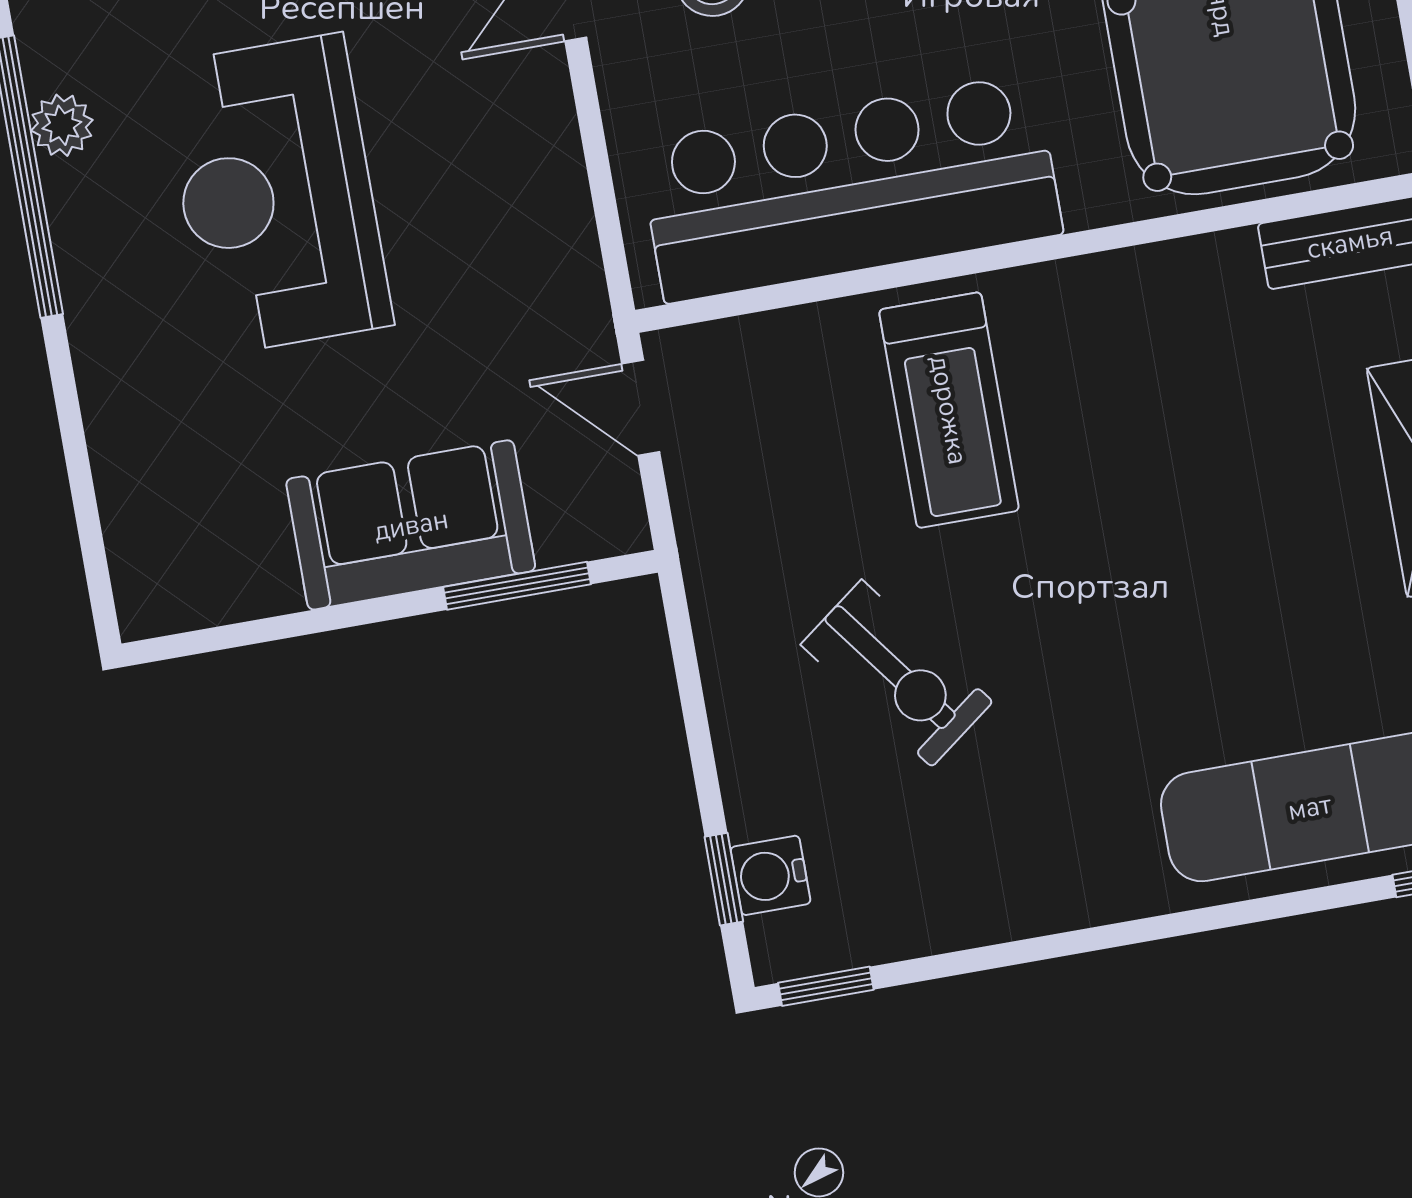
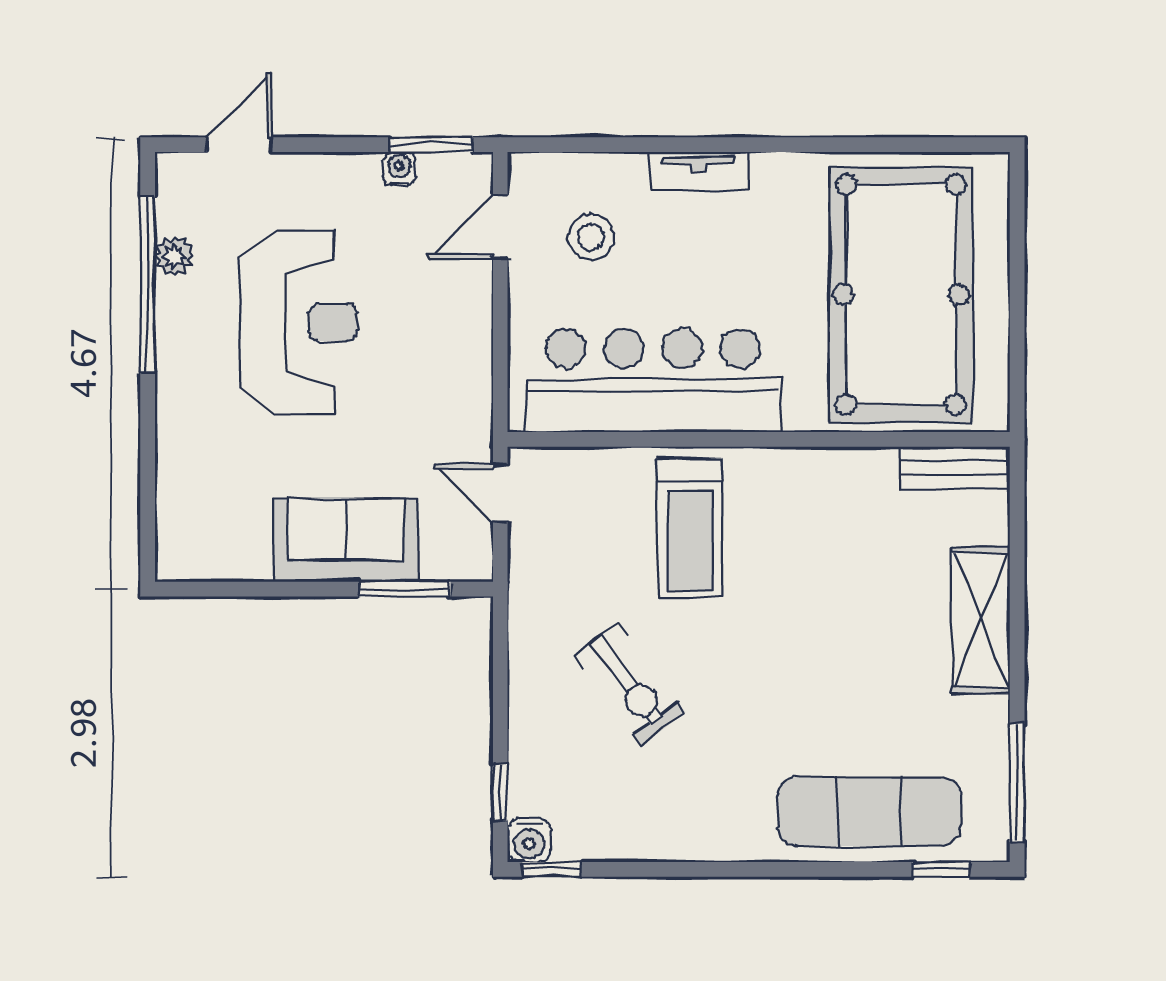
reception desk: (276, 195) -> (299, 322), turned 180
water cooler: (770, 875) -> (529, 840), moved, turned -90

